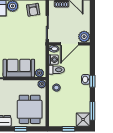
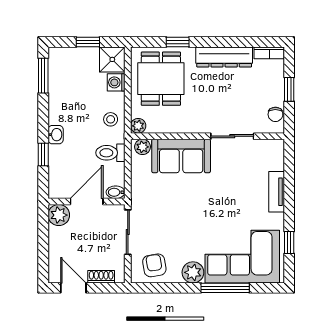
washing machine: (53, 60) -> (116, 82), moved
window: (92, 81) -> (43, 155), moved
shower: (83, 120) -> (112, 59), moved

